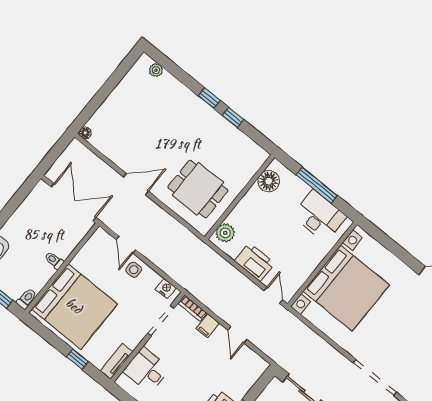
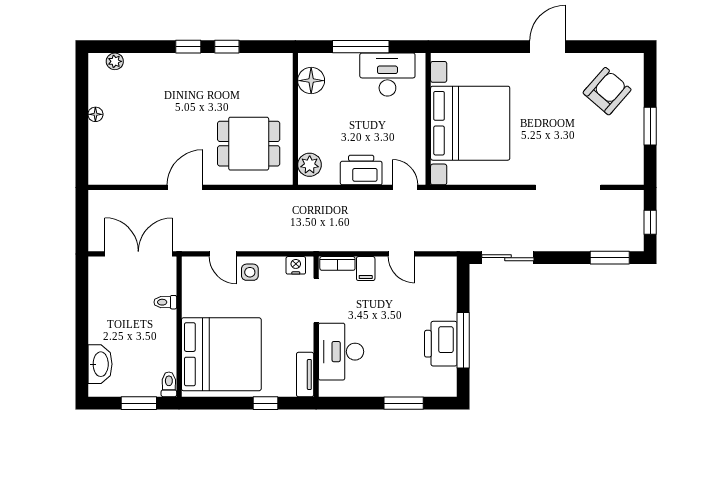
floor lamp: (85, 133) -> (95, 114), moved
toilet: (54, 260) -> (165, 302), moved
desk: (147, 370) -> (341, 352), width x1.37

